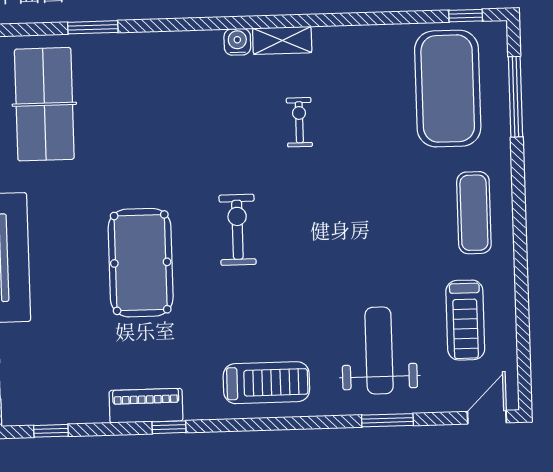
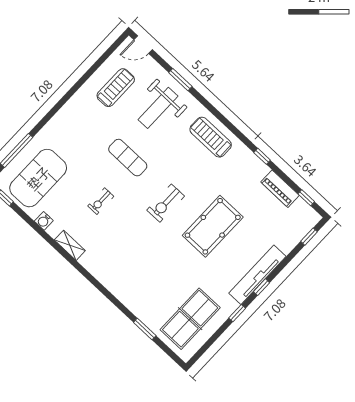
shelving: (282, 40) -> (70, 245), moved
water cooler: (237, 42) -> (44, 221), moved
exercise bike: (299, 122) -> (101, 201), moved
exercise mat: (474, 213) -> (128, 158), moved, turned 90
piano: (146, 406) -> (280, 189), moved

